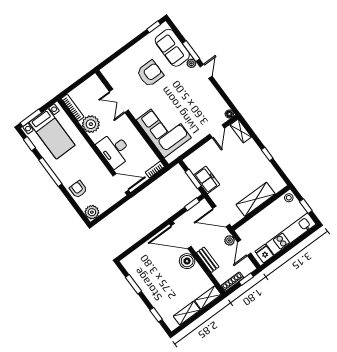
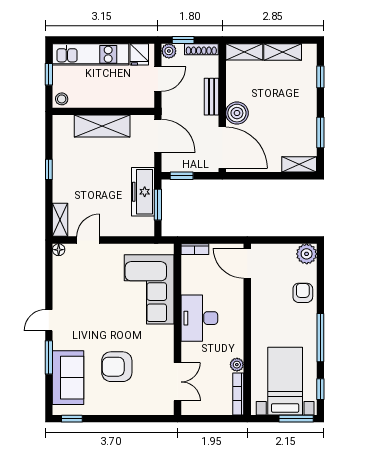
plant: (191, 63) -> (59, 343), removed
double door: (119, 101) -> (178, 382), moved
plant: (91, 124) -> (237, 365), width x0.53, depth x0.53
desk: (115, 150) -> (199, 318), moved, turned 180
freezer: (207, 180) -> (143, 192), width x1.40
armchair: (78, 189) -> (303, 293), turned 180
plant: (230, 240) -> (169, 51), moved
shelving: (132, 258) -> (299, 164), added

